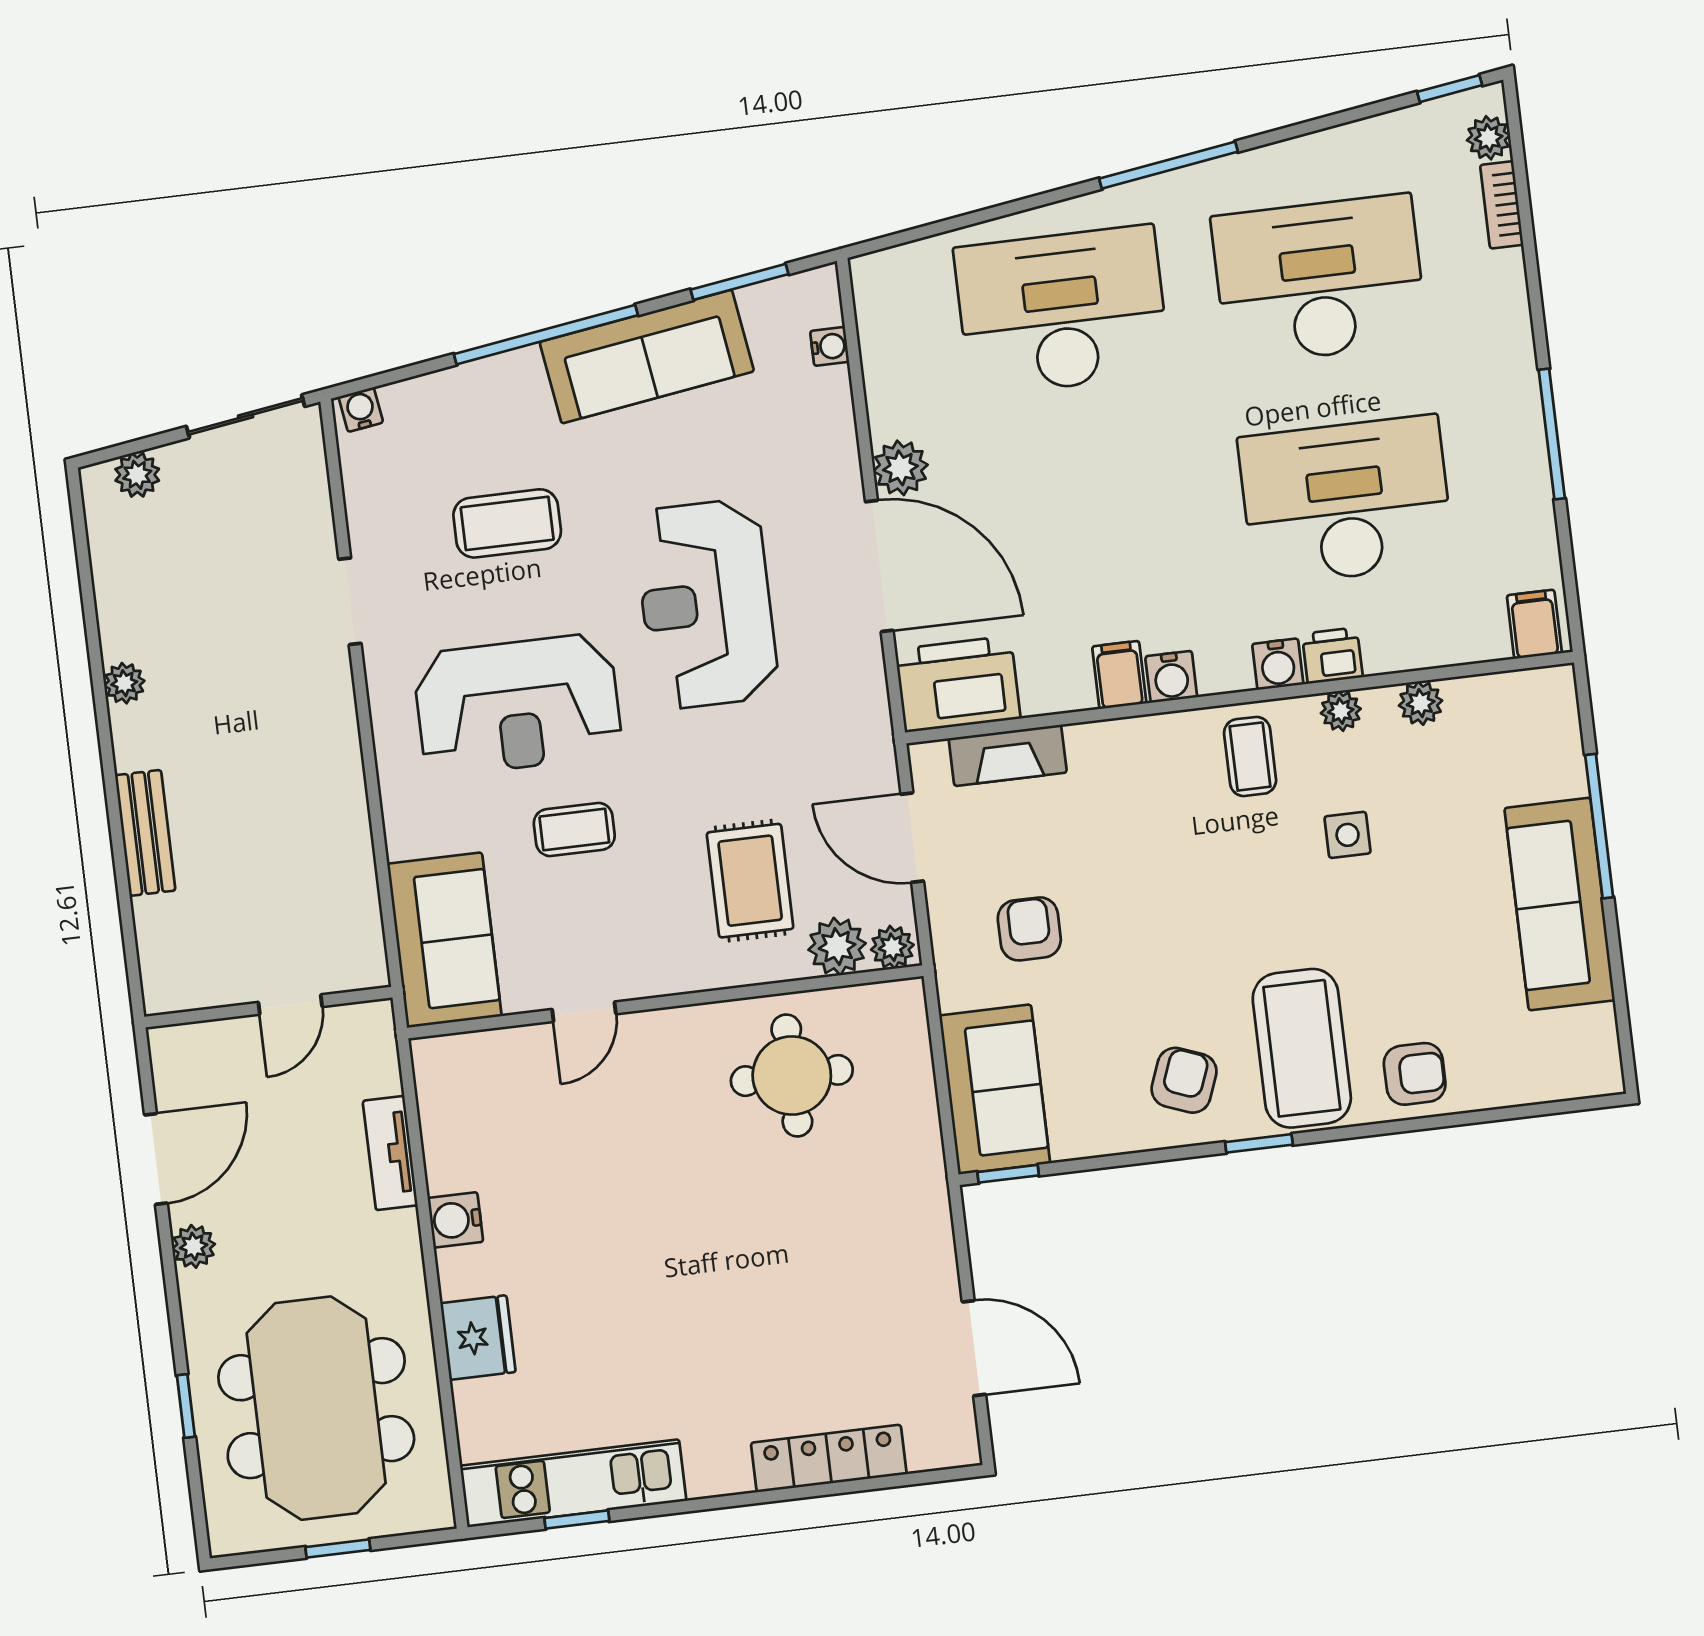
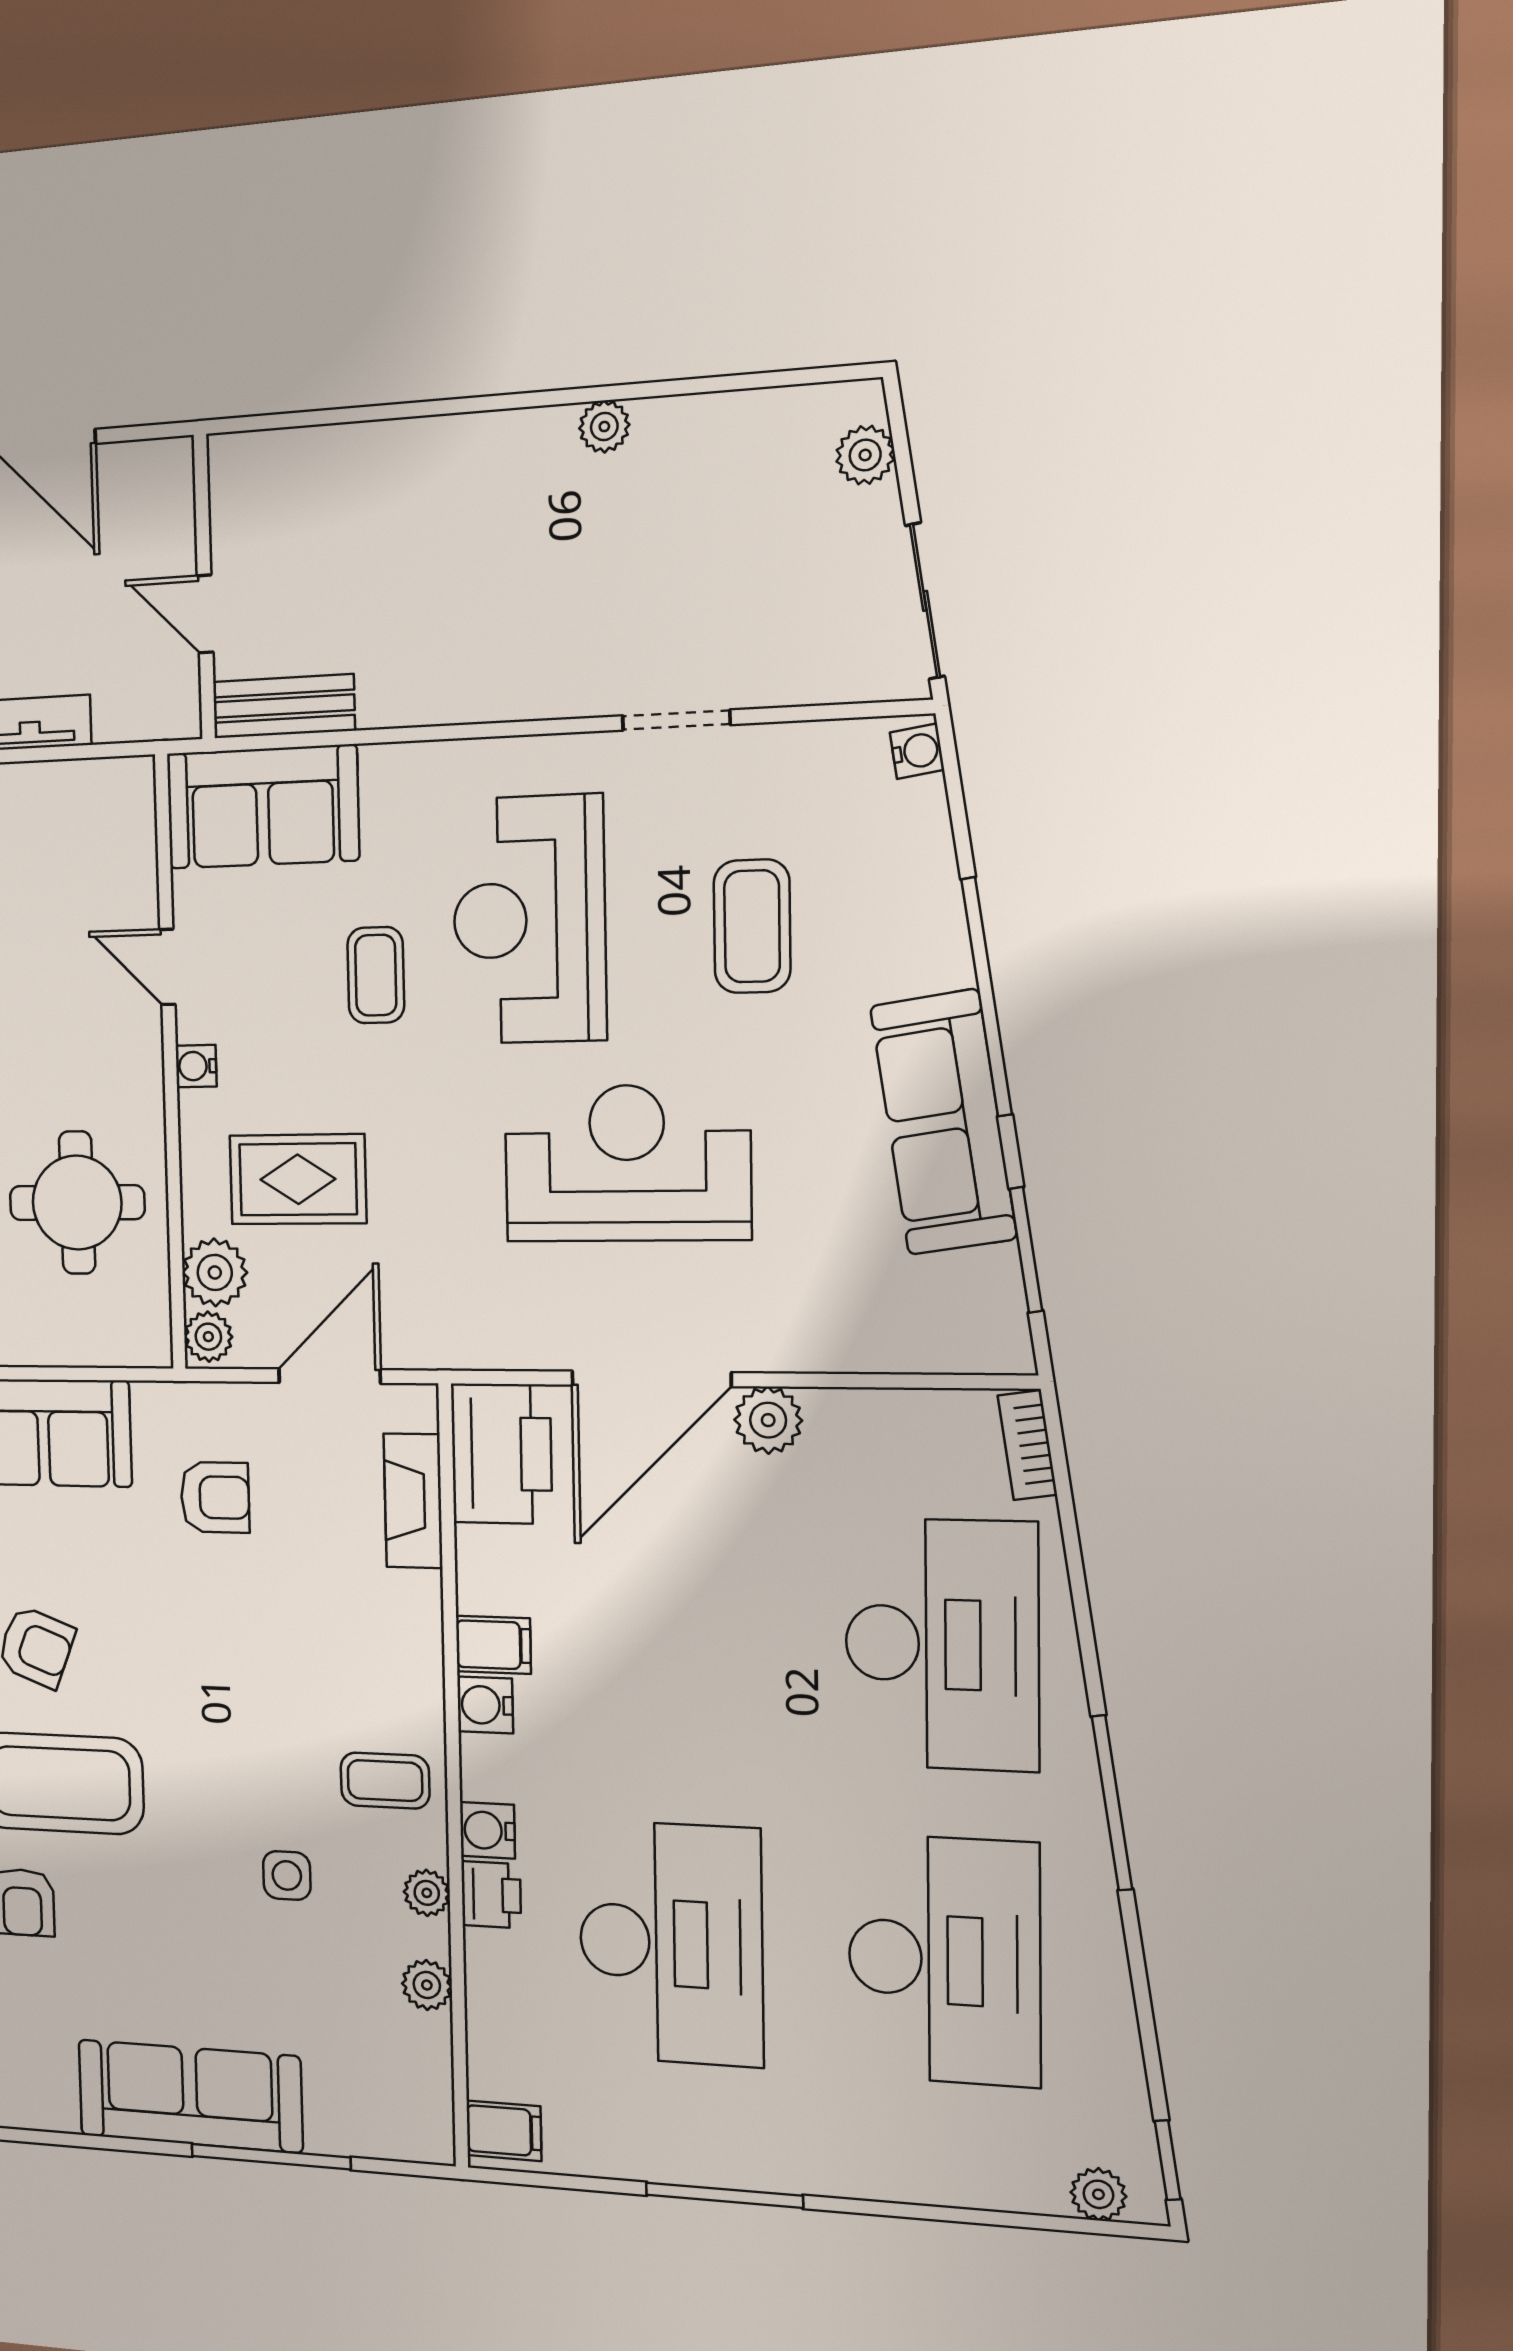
bookcase: (1502, 205) -> (1027, 1445), moved, turned -98
water cooler: (830, 346) -> (196, 1066), moved, turned 90
bench: (145, 833) -> (284, 706), moved

